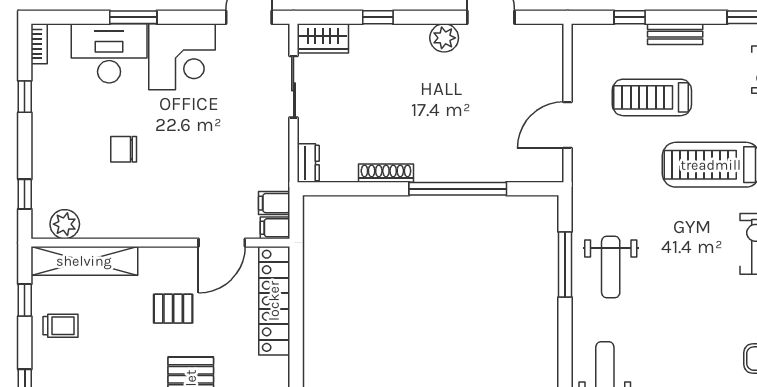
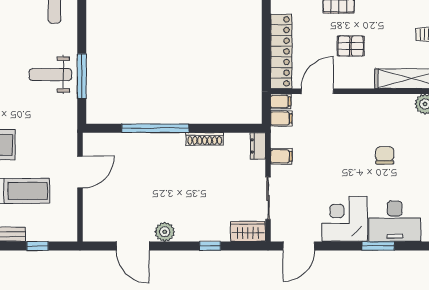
filing cabinet: (274, 148) -> (281, 156), added
chair: (124, 149) -> (385, 155), turned -90
weight bench: (611, 267) -> (50, 75), turned -90

